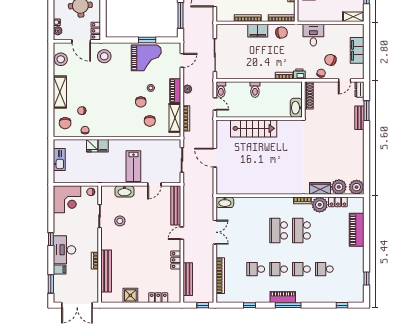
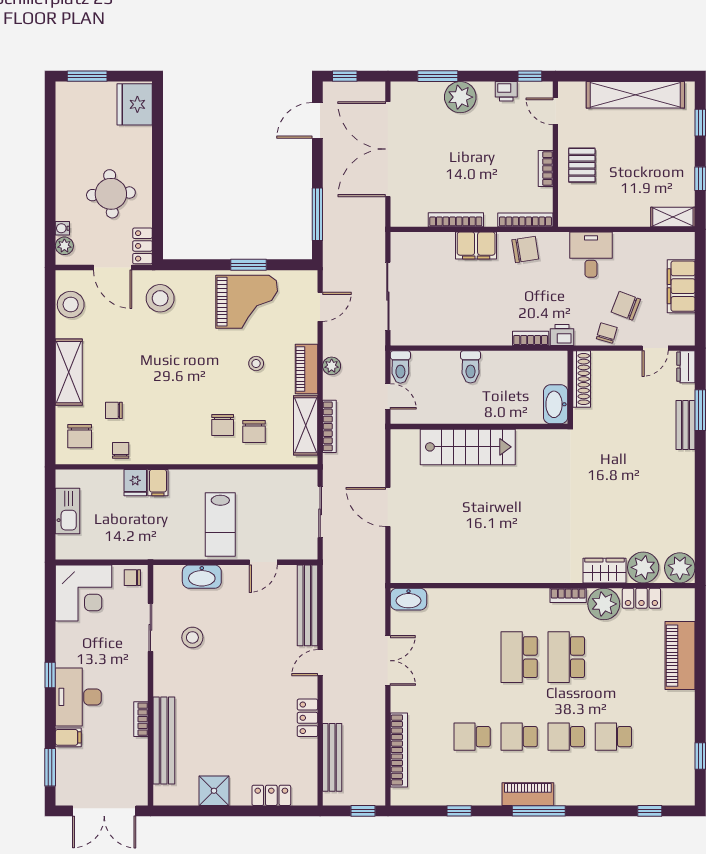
chair: (141, 102) -> (223, 425), moved

